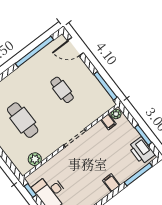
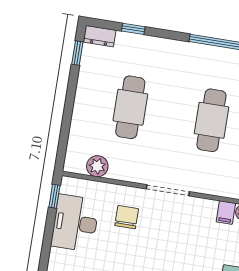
cafe table: (62, 90) -> (211, 120), width x1.37, depth x1.35
chair: (69, 167) -> (127, 217), added

